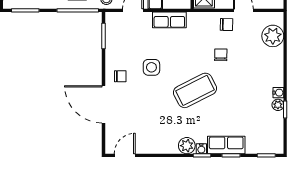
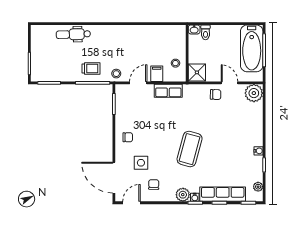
plant: (273, 36) -> (254, 93), moved
chair: (221, 55) -> (154, 185), moved
side table: (151, 67) -> (141, 163), moved
coffee table: (195, 90) -> (190, 149), turned -48
door: (104, 104) -> (114, 178), moved
plant: (278, 105) -> (258, 187), moved
row of seats: (226, 145) -> (223, 194), width x1.48

